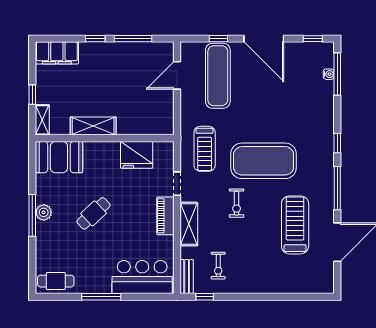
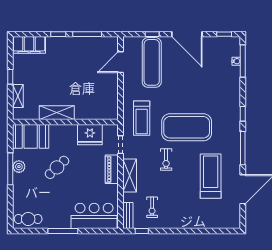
shelving: (93, 126) -> (57, 113), moved
wall: (105, 138) -> (65, 122), moved
fridge: (137, 155) -> (90, 135), moved
booth: (59, 157) -> (31, 136), moved

